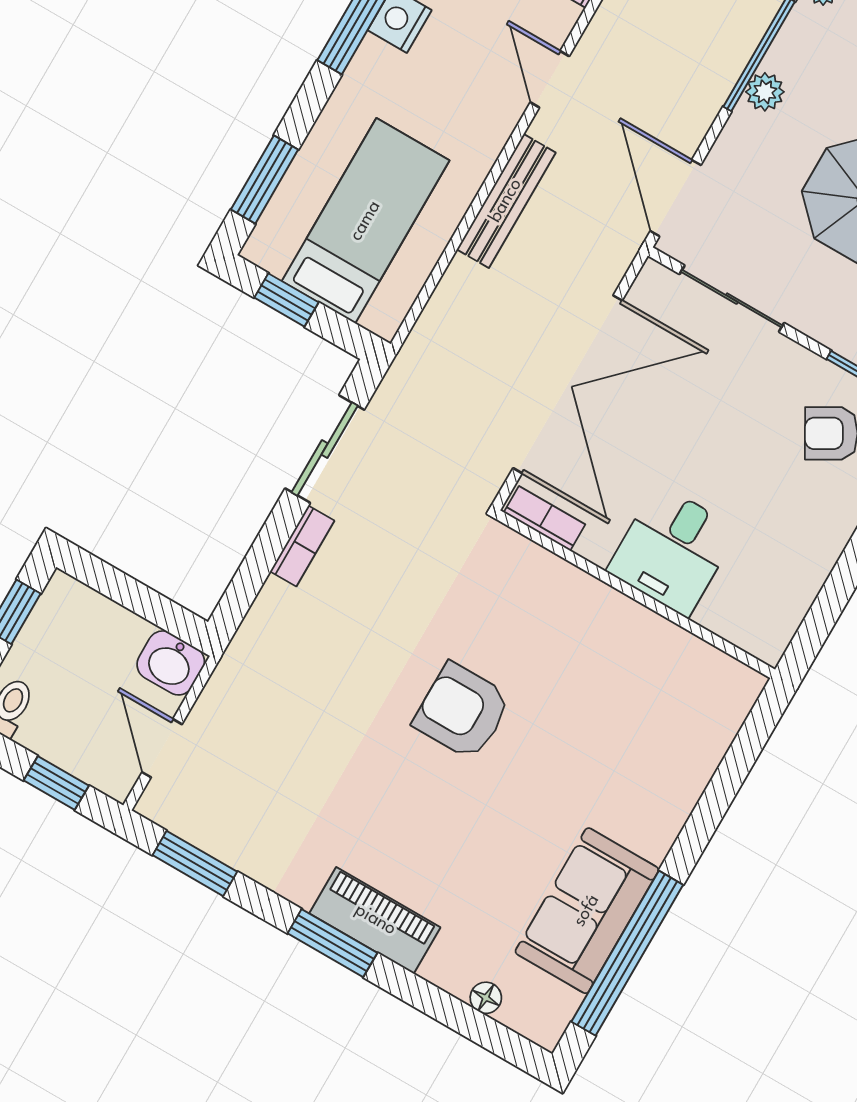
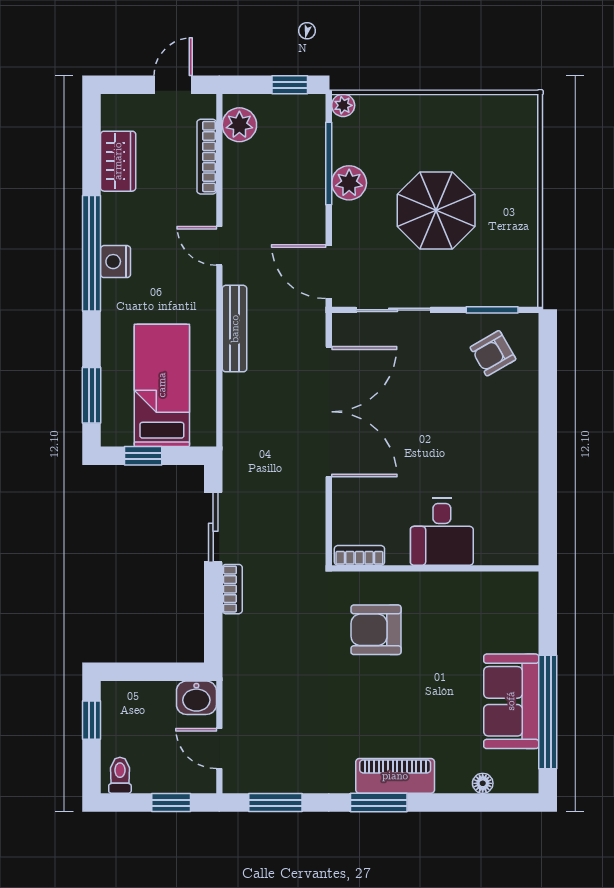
plant: (765, 92) -> (349, 183), width x1.38, depth x1.38
bookcase: (545, 518) -> (359, 555), moved
desk: (672, 550) -> (442, 532), moved
wall: (635, 594) -> (435, 568), moved

